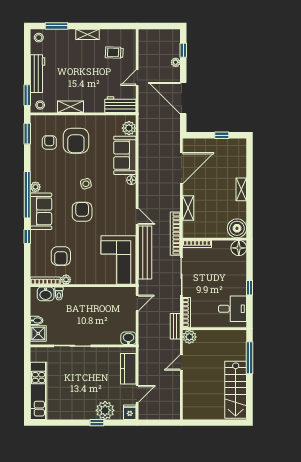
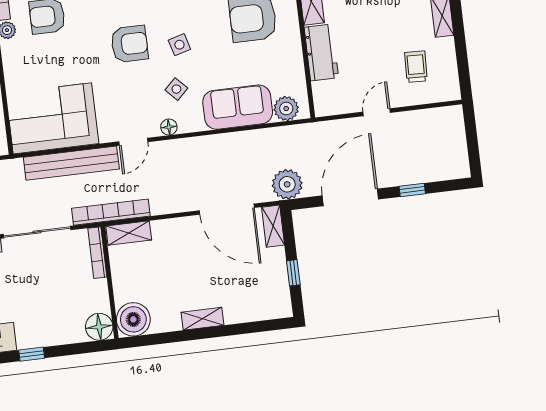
window: (183, 50) -> (412, 190), moved
plant: (176, 62) -> (287, 184), moved, width x1.88, depth x1.88
door: (137, 78) -> (377, 112), hinge flipped
workbench: (120, 105) -> (321, 52), moved
shelving: (194, 143) -> (273, 226), added
floor lamp: (131, 180) -> (169, 127), moved
side table: (111, 188) -> (176, 89), added
shelving: (188, 208) -> (129, 233), moved

